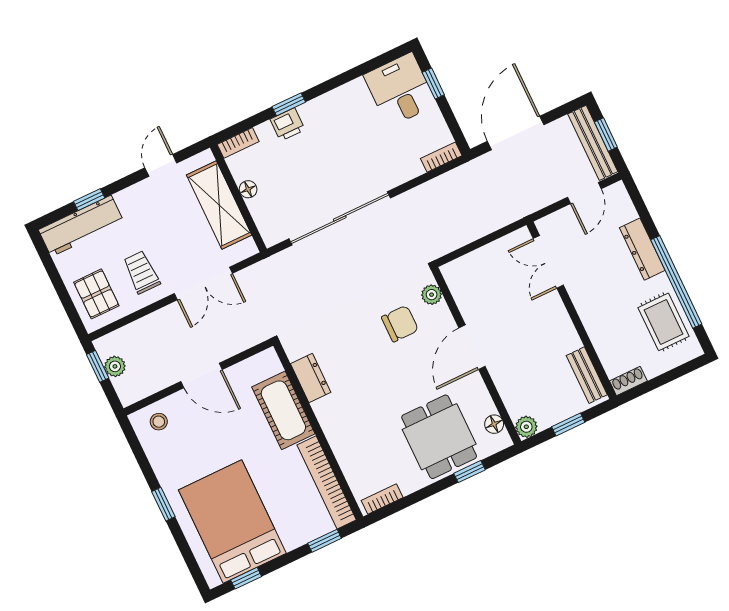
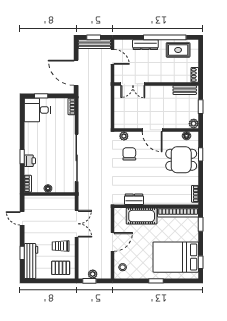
shelving: (219, 205) -> (49, 203), removed

